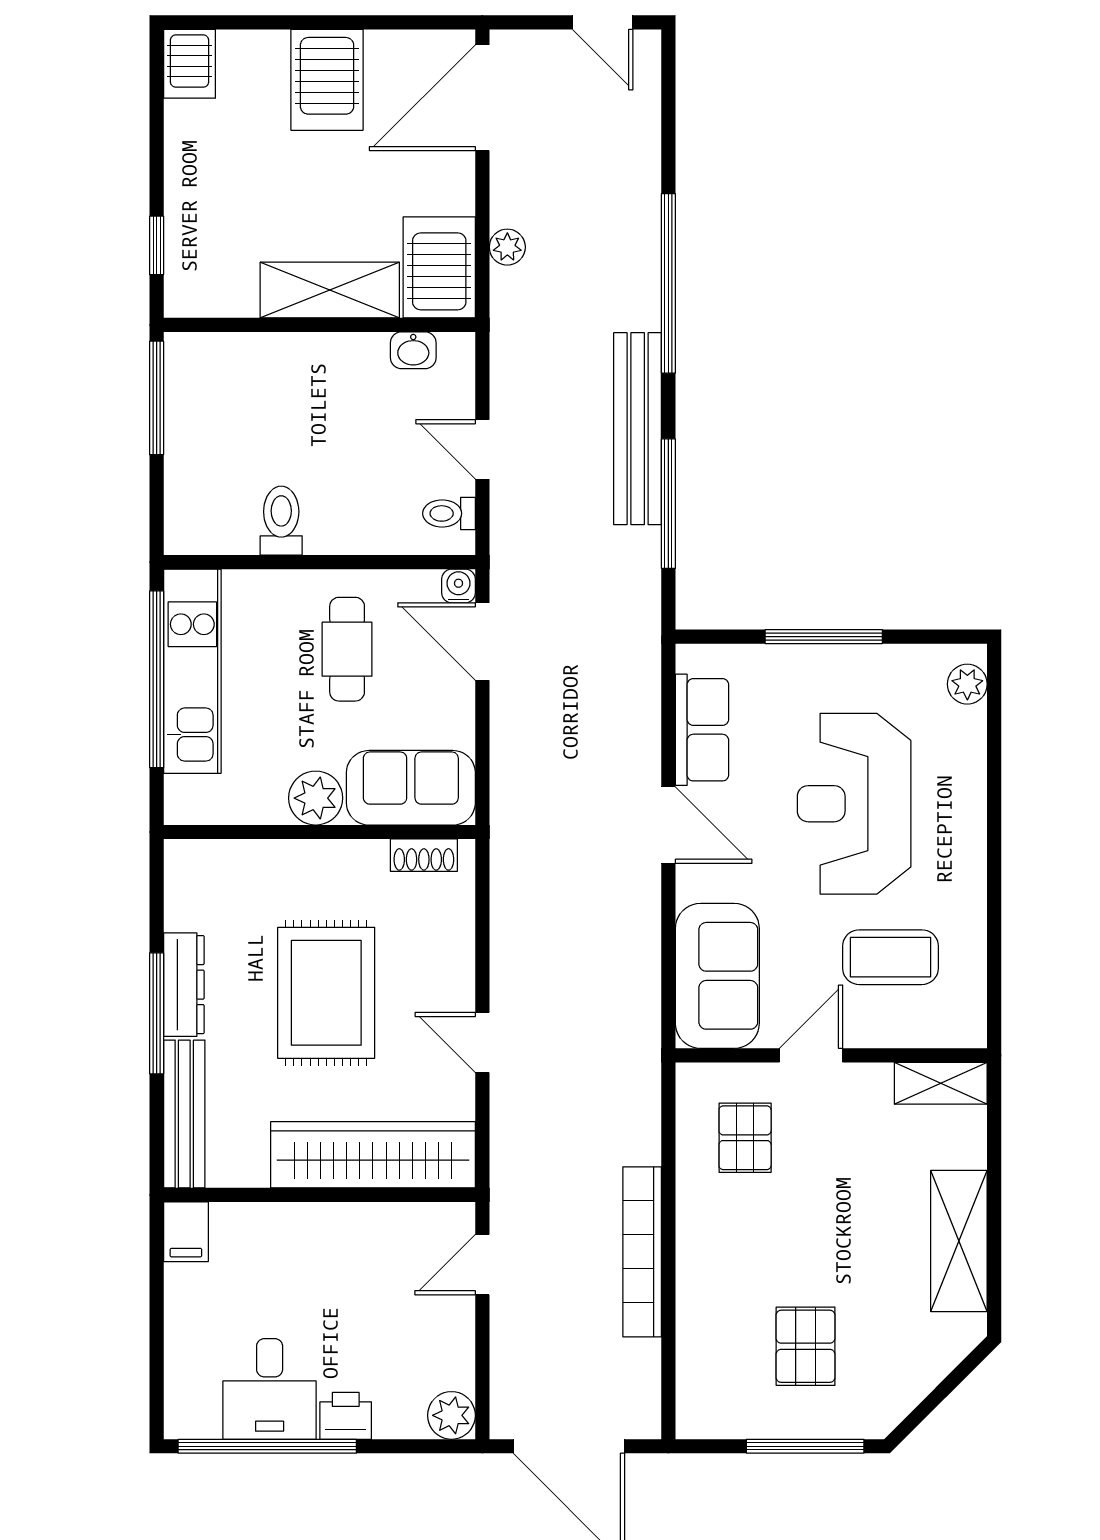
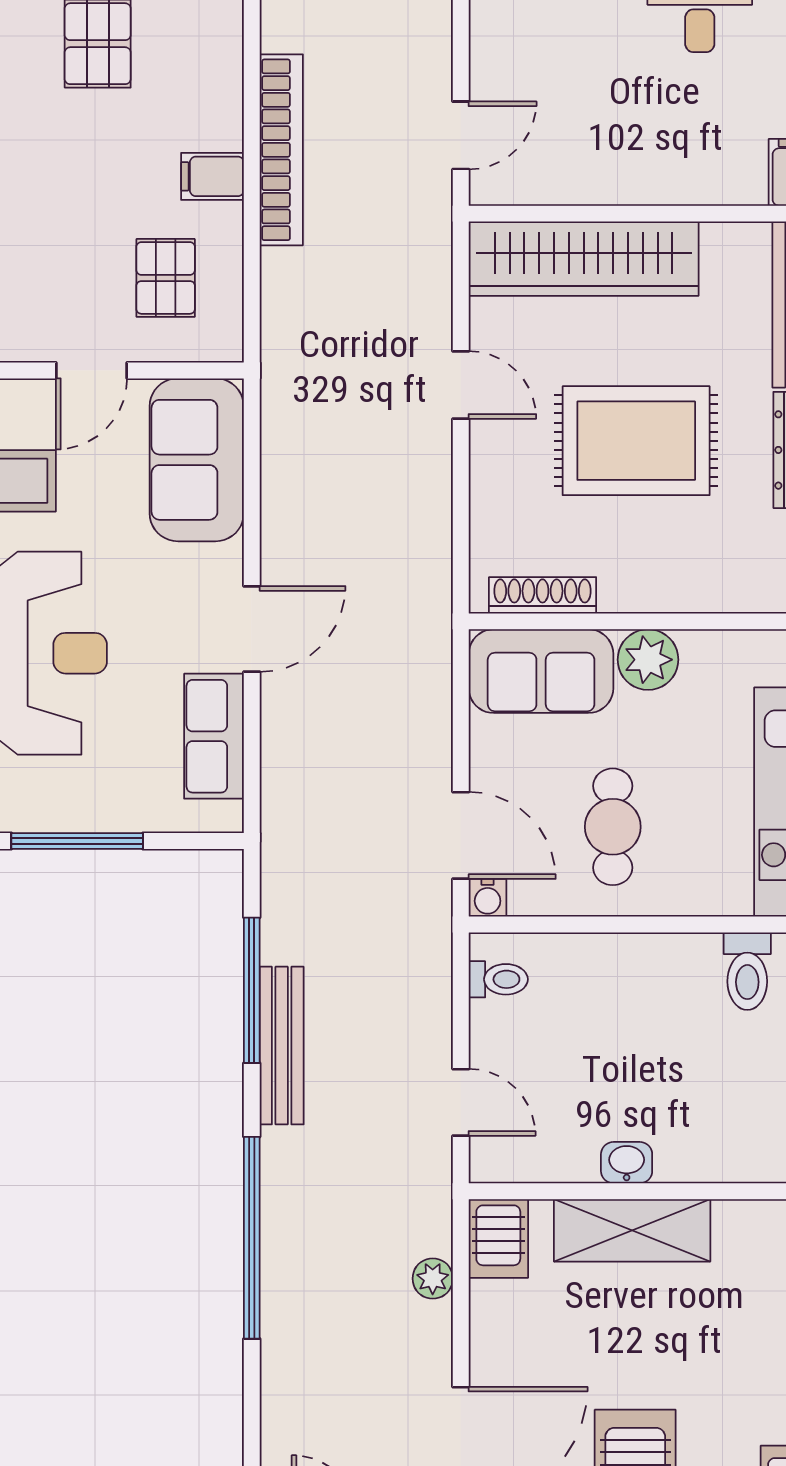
server rack: (439, 267) -> (498, 1238), width x0.73, depth x0.70
washbasin: (413, 350) -> (627, 1163), moved
bench: (638, 429) -> (282, 1046), width x0.73, depth x0.82
door: (482, 449) -> (461, 1102), moved
toilet: (281, 521) -> (747, 971), moved
door: (668, 825) -> (252, 629), swing flipped
shoe rack: (424, 855) -> (543, 595), width x1.43
rug: (326, 993) -> (636, 441), turned 90
filing cabinet: (703, 1228) -> (212, 176), added

